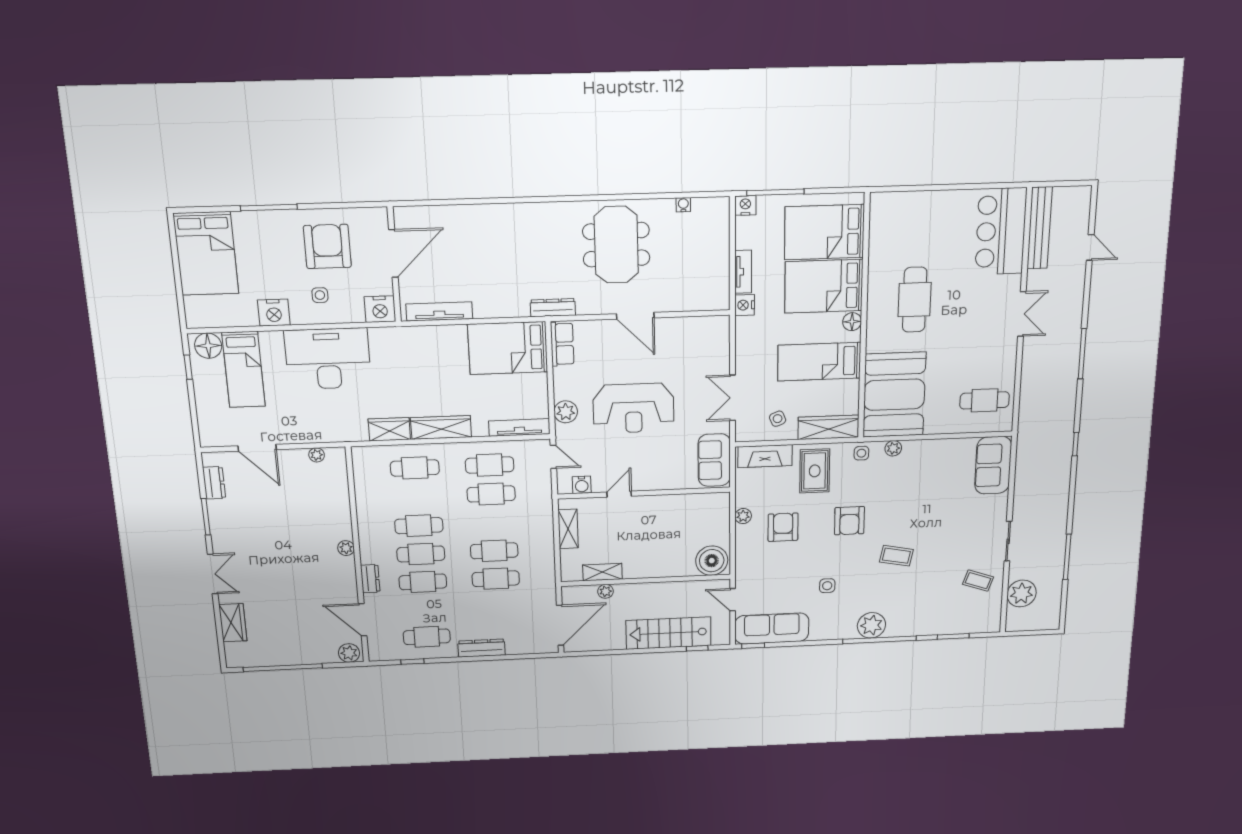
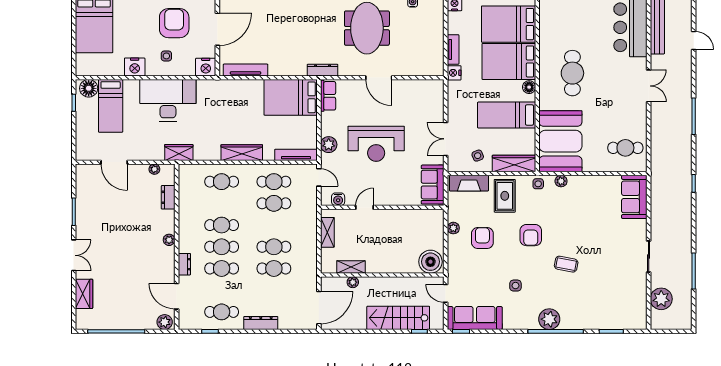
wardrobe: (389, 429) -> (179, 152), moved
dresser: (214, 483) -> (168, 197), moved, turned 180
coffee table: (978, 581) -> (628, 287), removed

